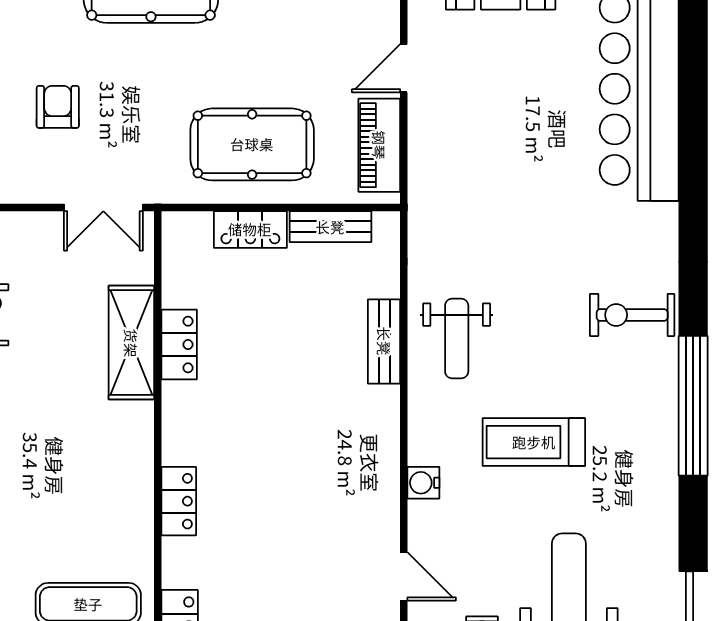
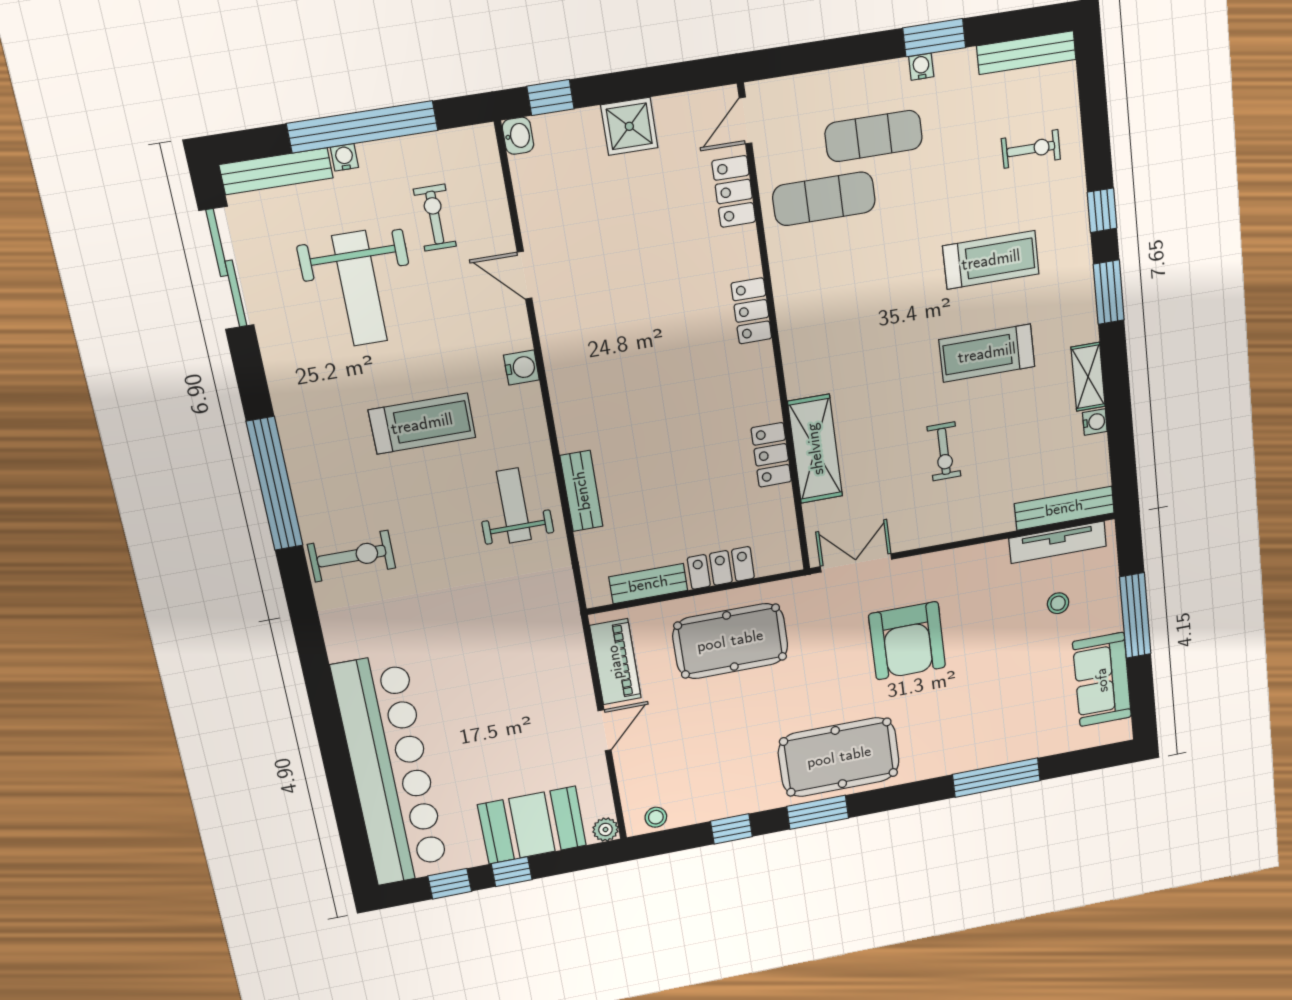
armchair: (58, 107) -> (907, 641), width x1.88, depth x1.88

